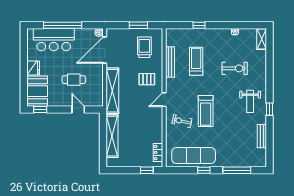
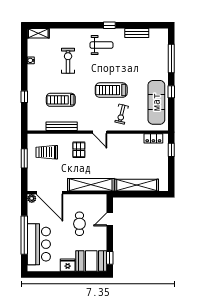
treadmill: (206, 111) -> (111, 90), turned 180

